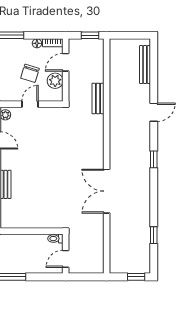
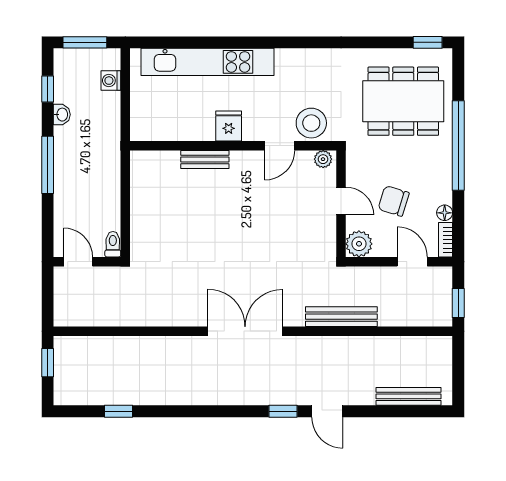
plant: (55, 81) -> (359, 244), moved
bench: (98, 98) -> (341, 317), width x1.36
window: (154, 159) -> (283, 411), moved
double door: (107, 191) -> (245, 331), moved
window: (136, 277) -> (48, 363), moved

